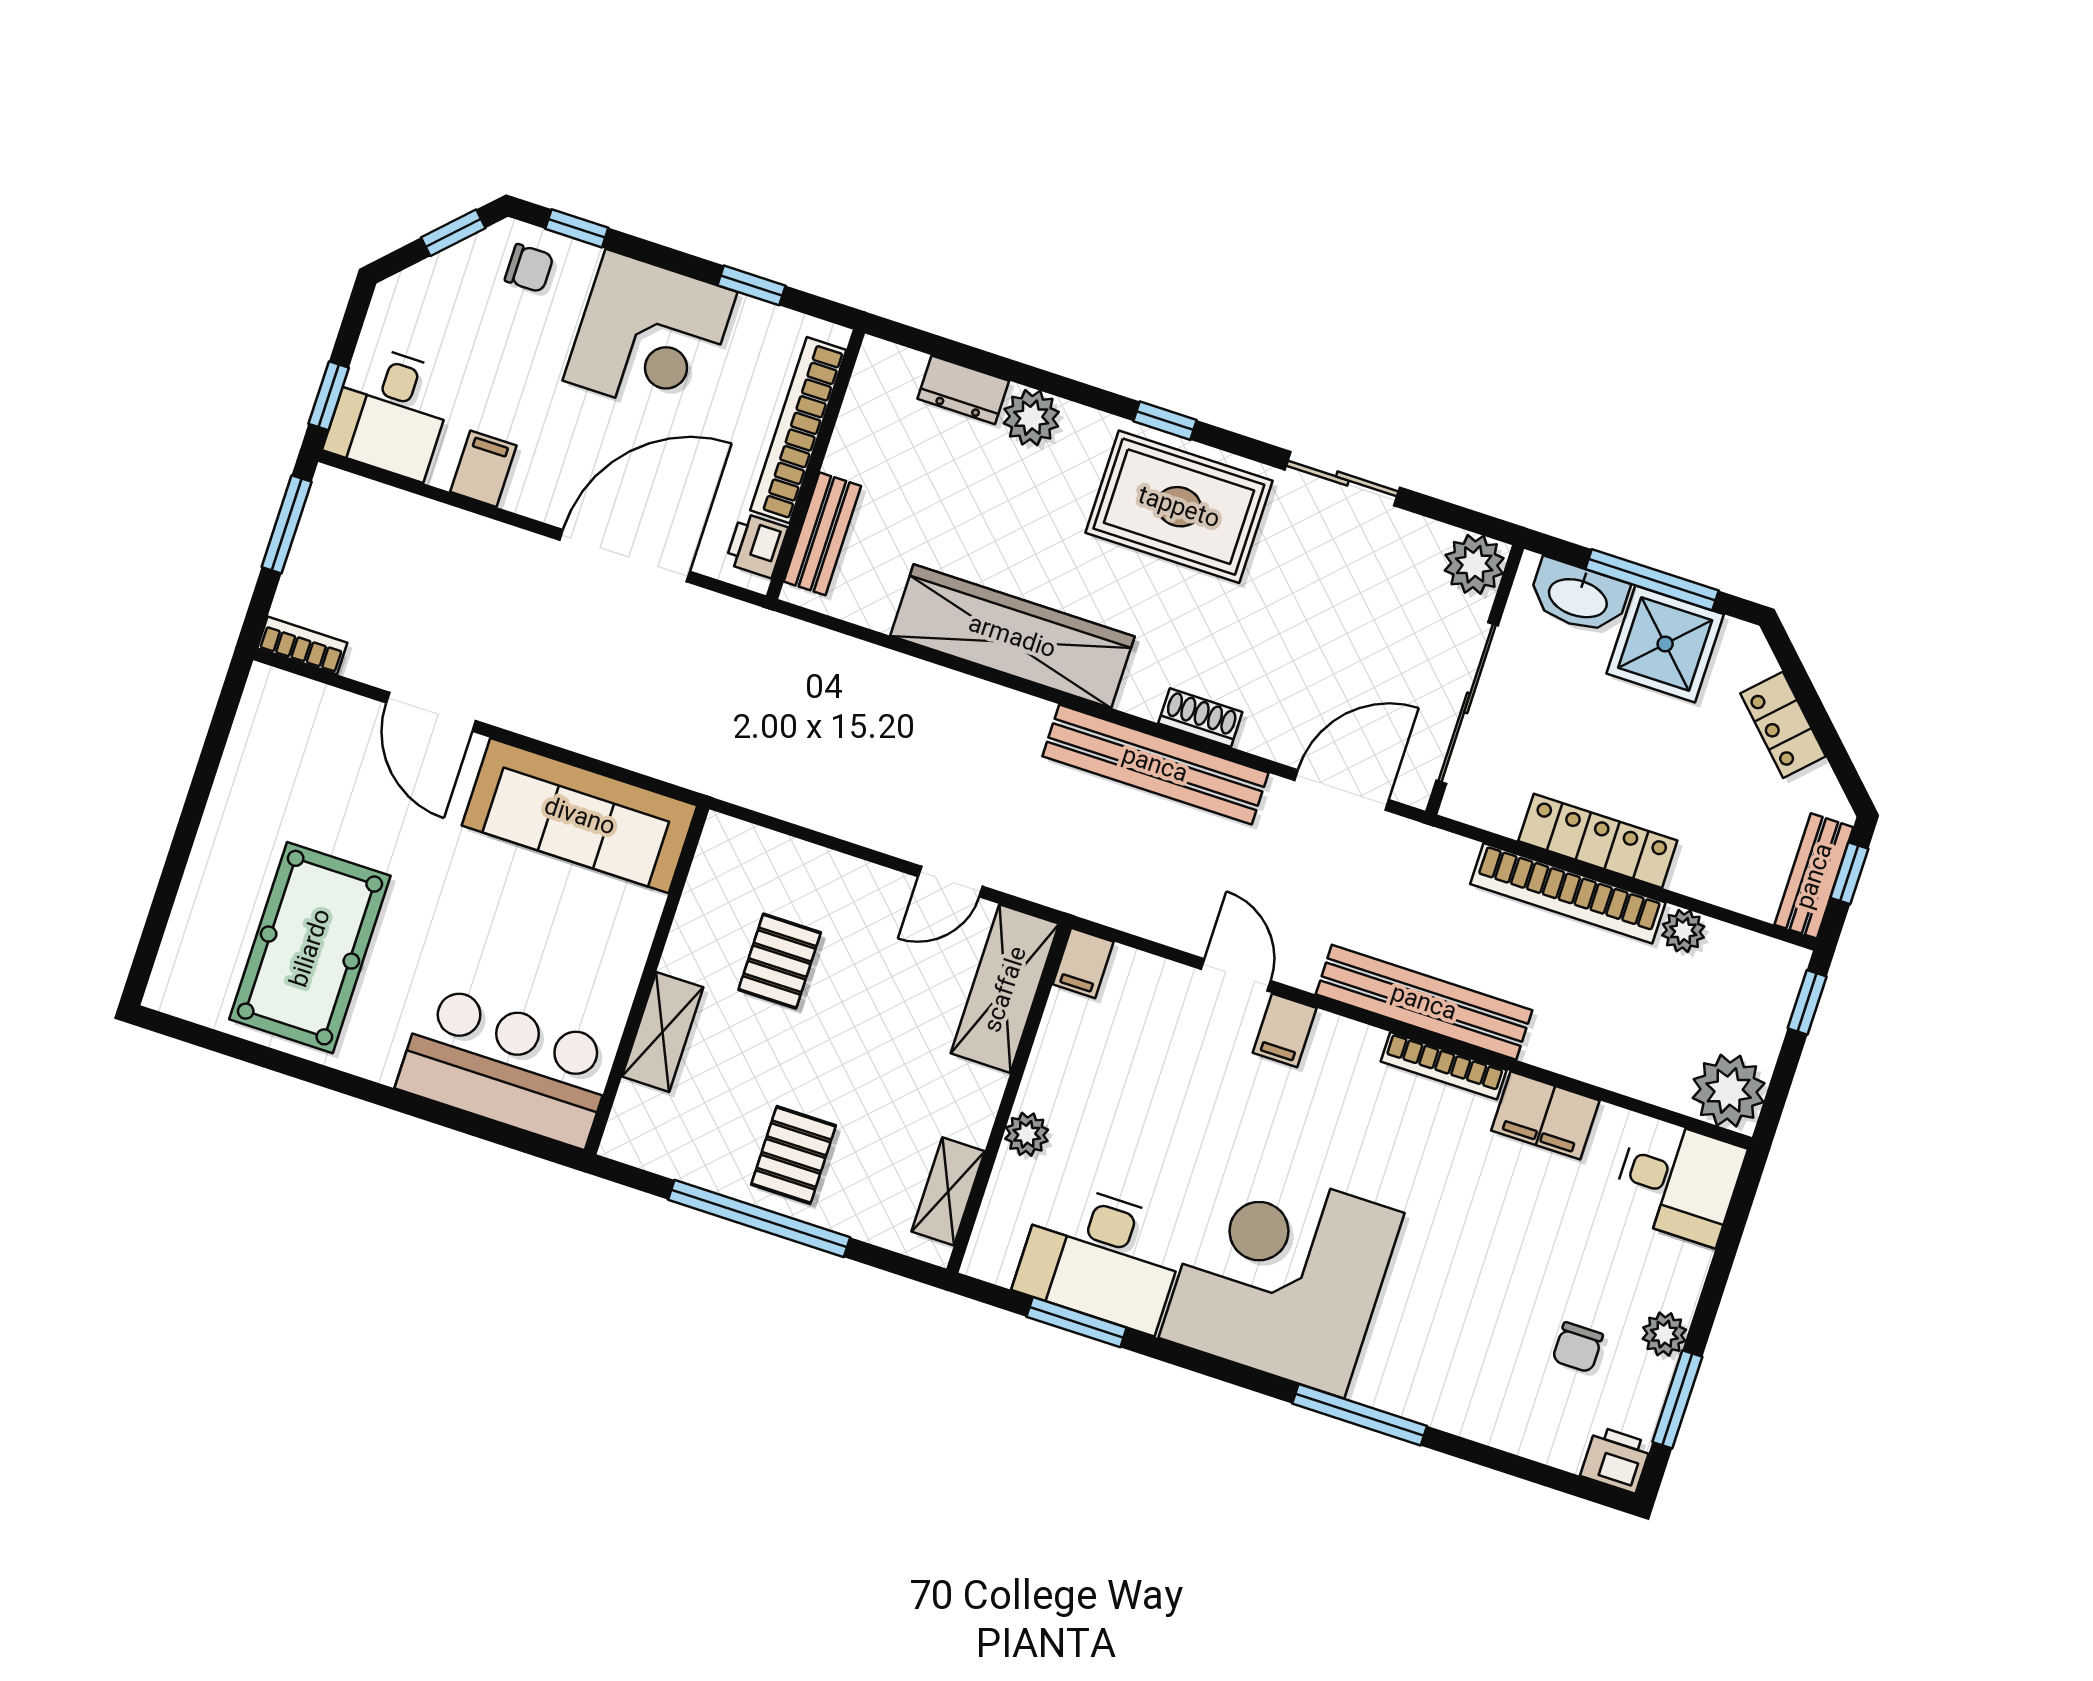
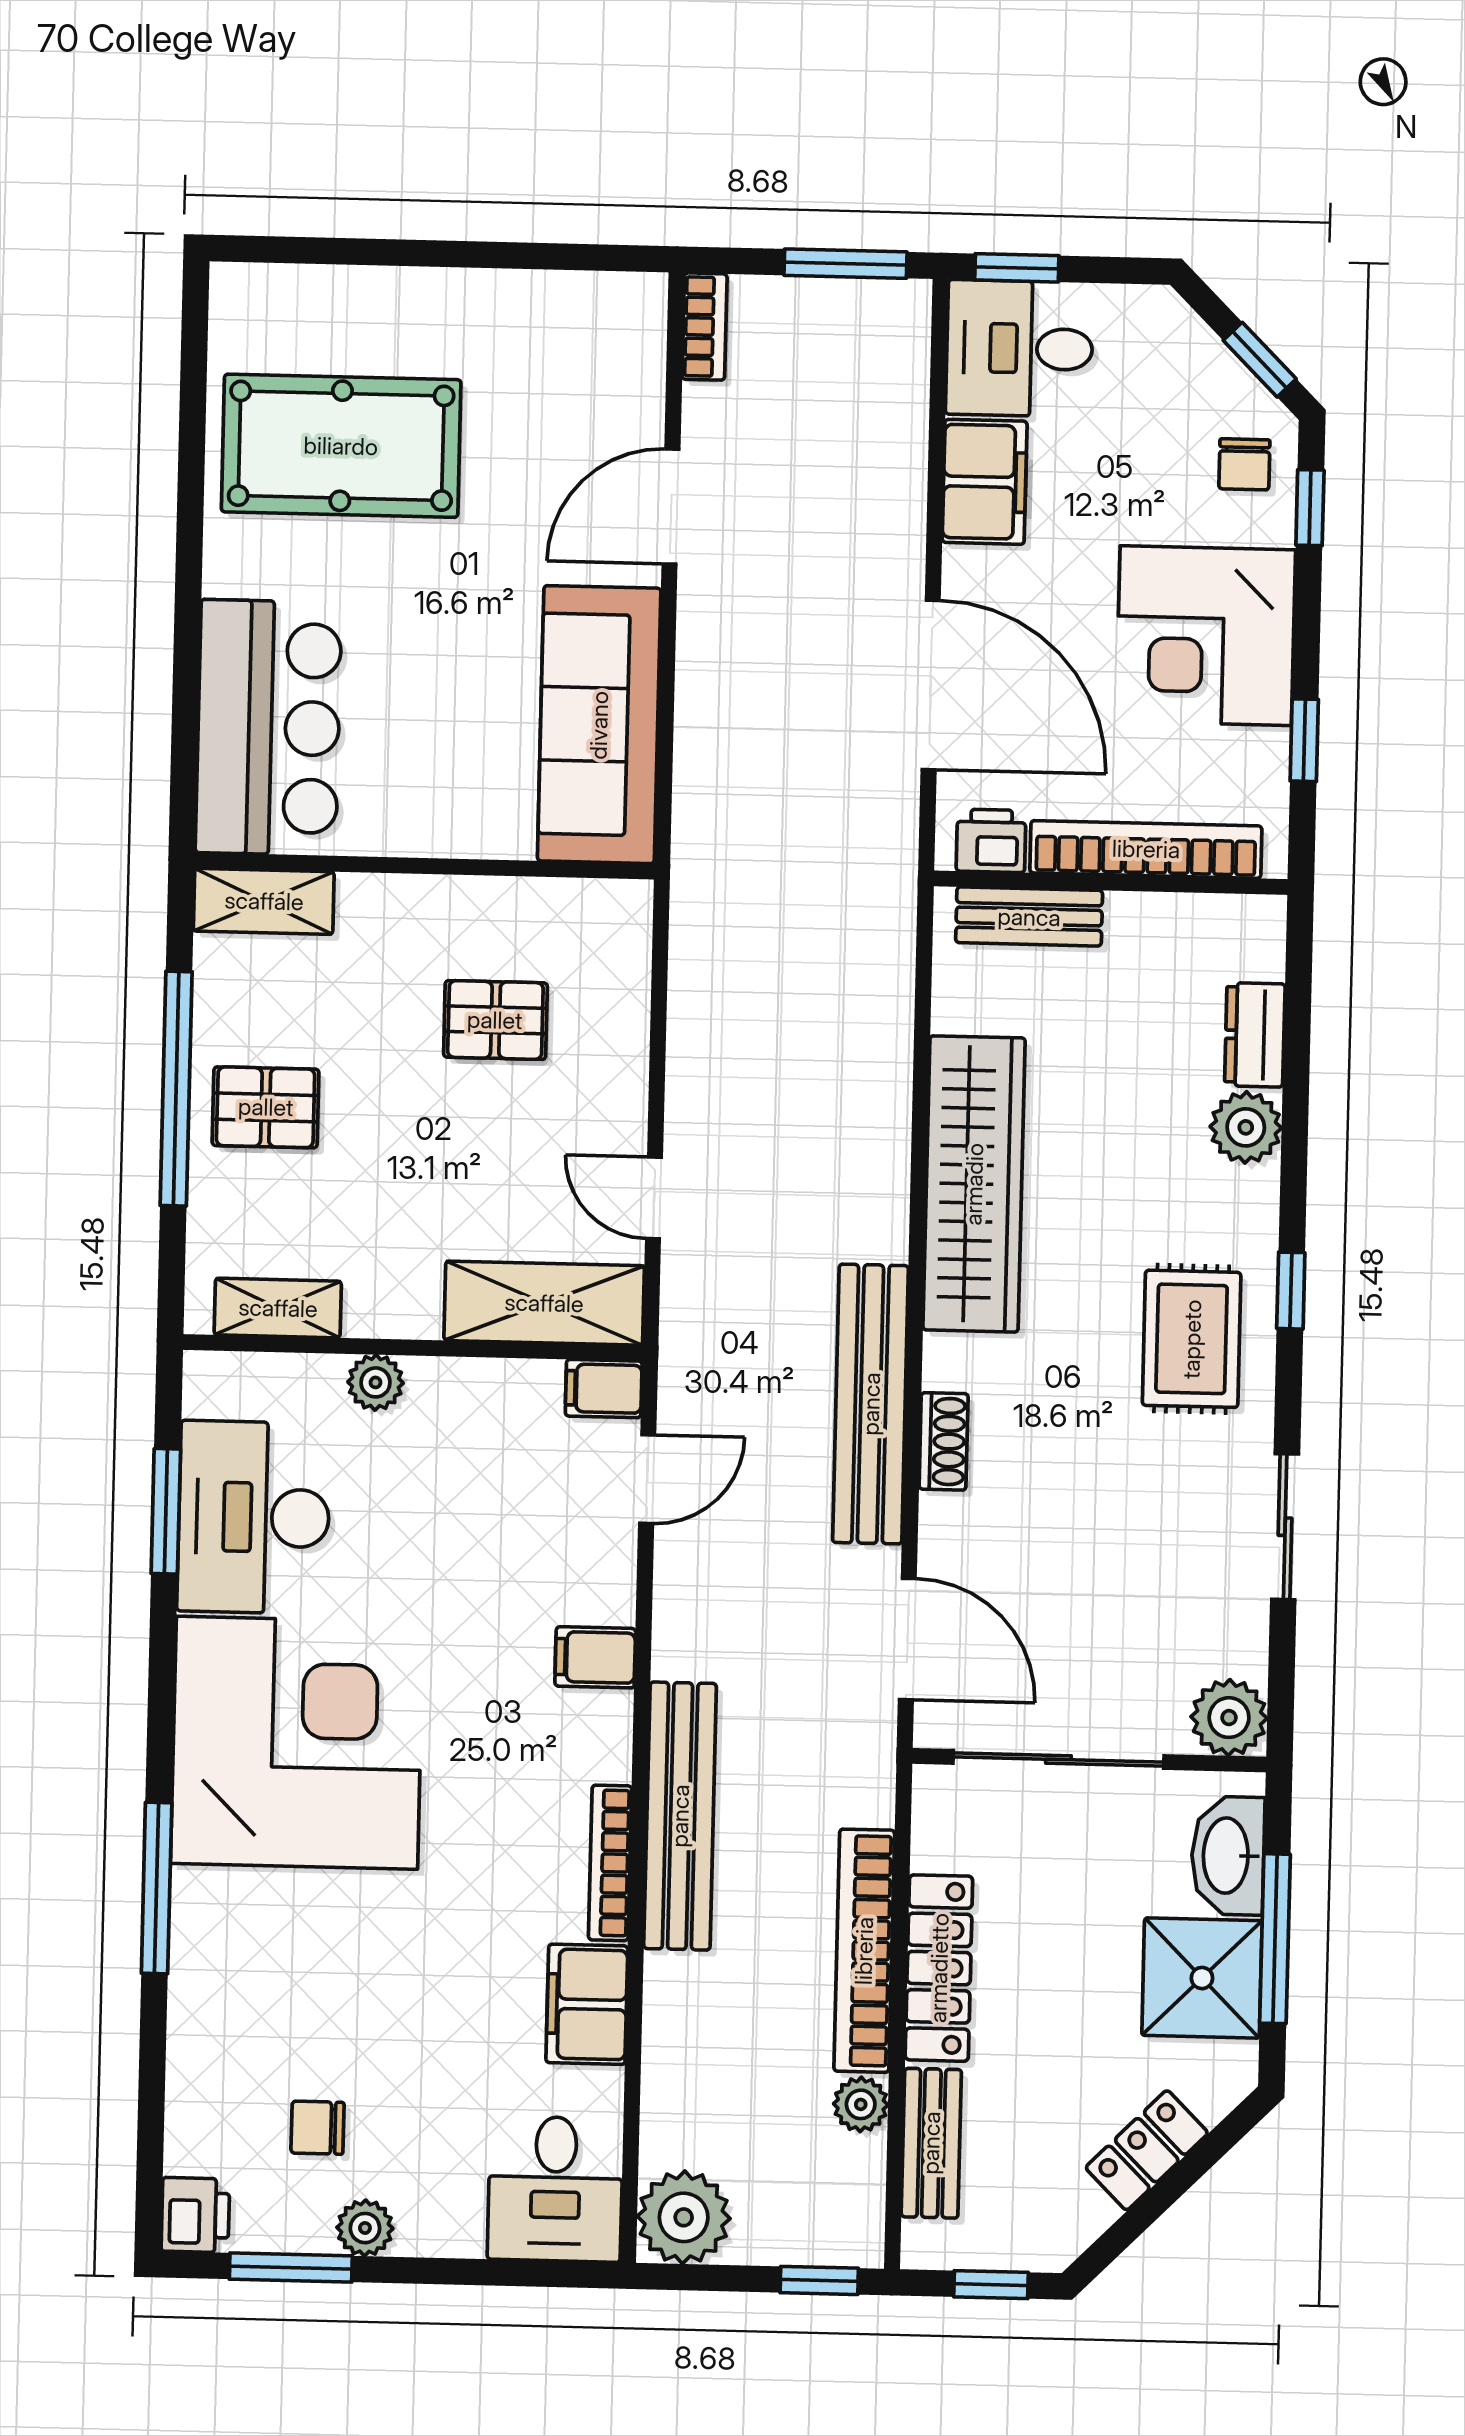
filing cabinet: (483, 469) -> (985, 482), width x2.00
rug: (1179, 507) -> (1192, 1339), width x0.73, depth x0.70
bench: (1814, 876) -> (931, 2143), moved, turned 90
door: (1236, 975) -> (647, 1479), moved
shelving: (663, 1032) -> (264, 901), moved

